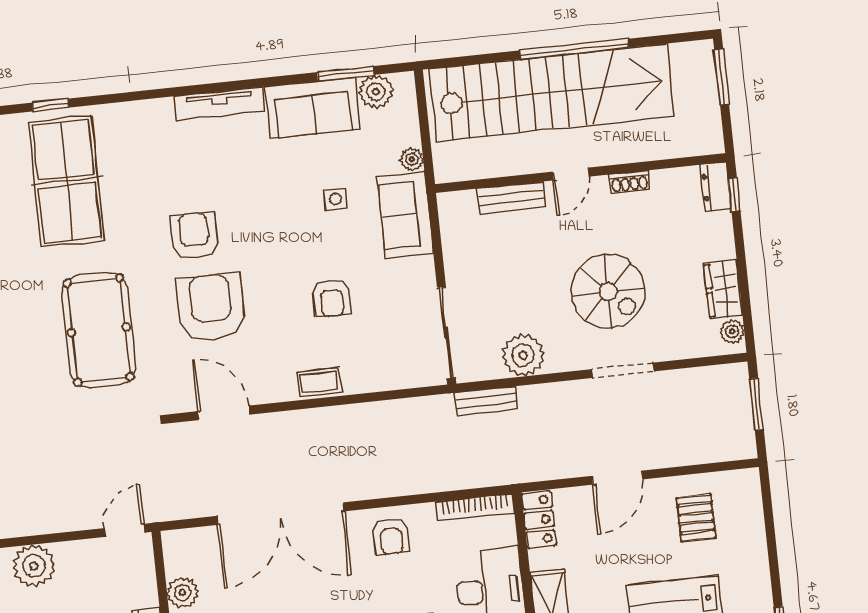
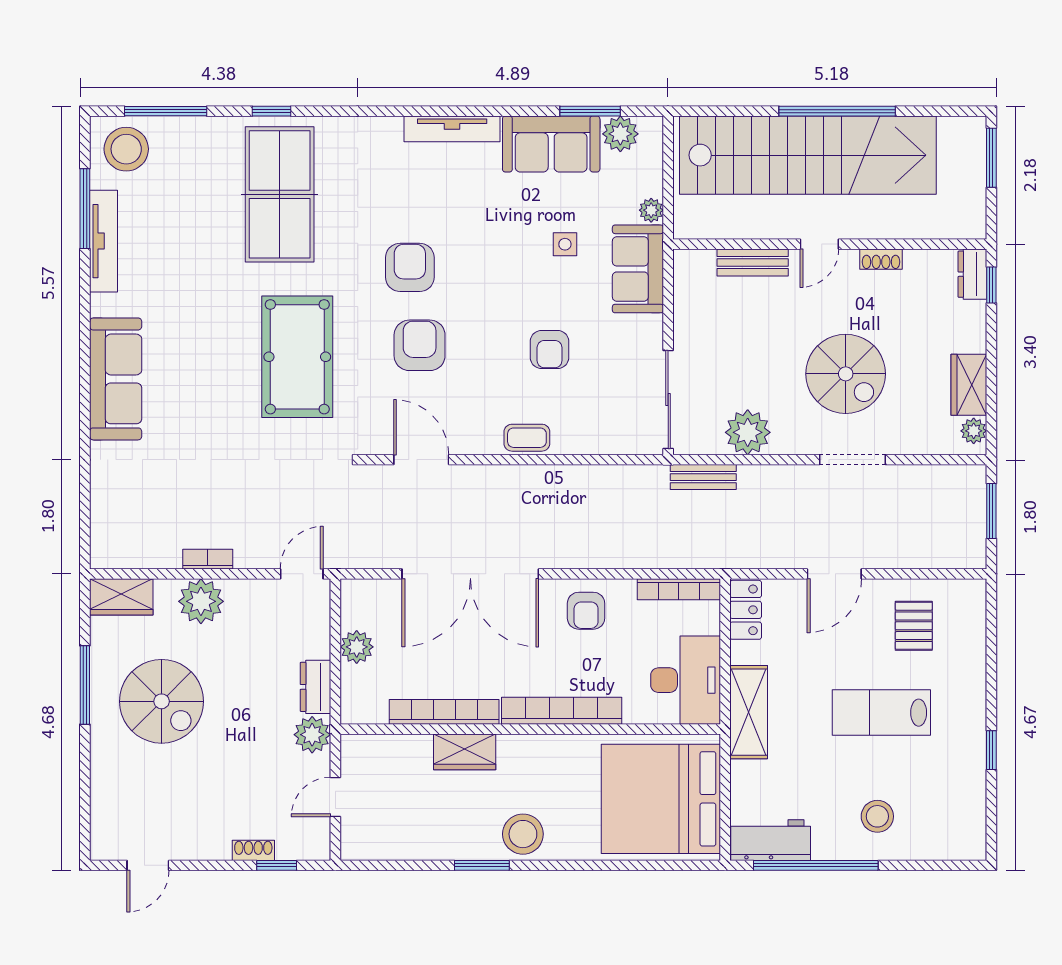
armchair: (211, 307) -> (420, 345), width x0.73, depth x0.73
bookcase: (36, 526) -> (208, 559), added

